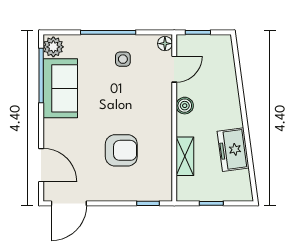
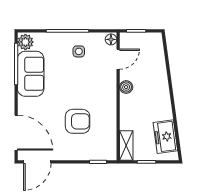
freezer: (233, 150) -> (165, 137), moved
shelving: (185, 156) -> (126, 146), moved
door: (41, 165) -> (16, 133), width x1.36

